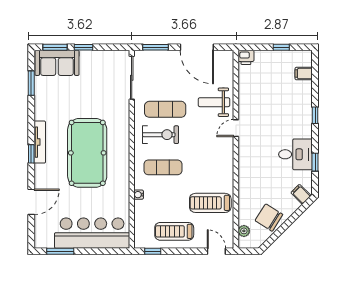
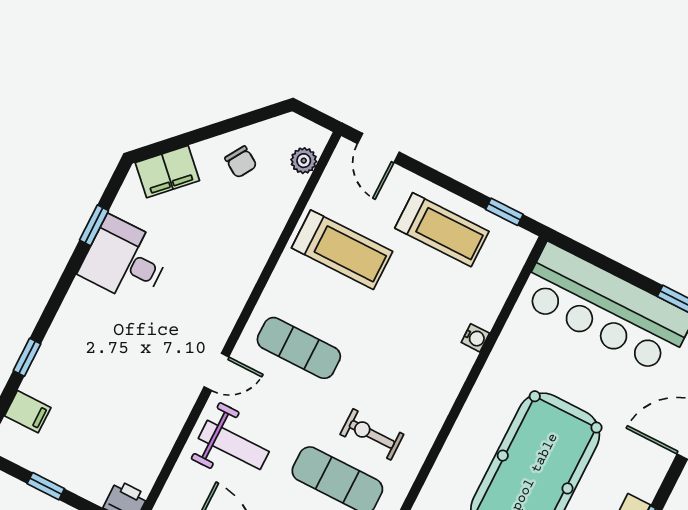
window: (315, 115) -> (27, 357), moved
exercise bike: (161, 135) -> (372, 434), width x0.73, depth x0.72
exercise mat: (163, 167) -> (299, 348), moved
filing cabinet: (301, 194) -> (167, 172), width x2.00
chair: (269, 218) -> (241, 162), width x0.54, depth x0.54

